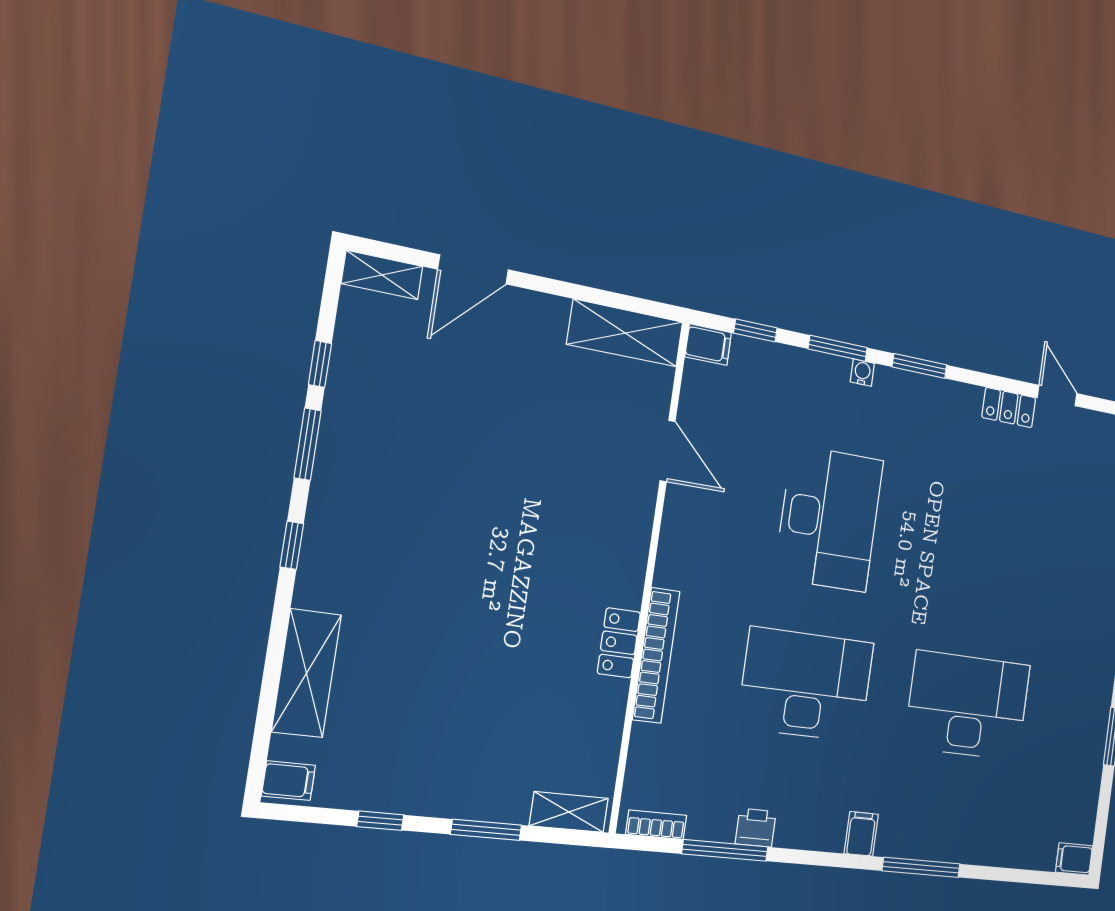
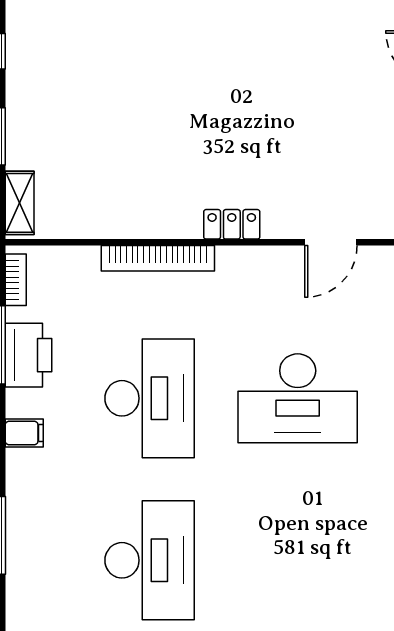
locker: (619, 643) -> (232, 224), moved
printer: (756, 828) -> (28, 355), width x1.87, depth x1.48
filing cabinet: (861, 834) -> (24, 433), moved

